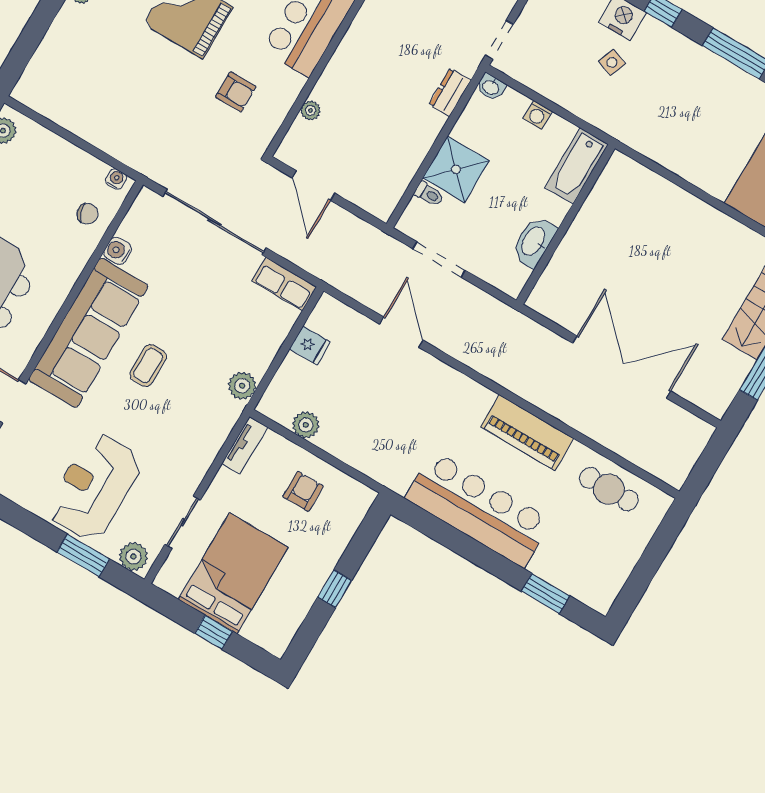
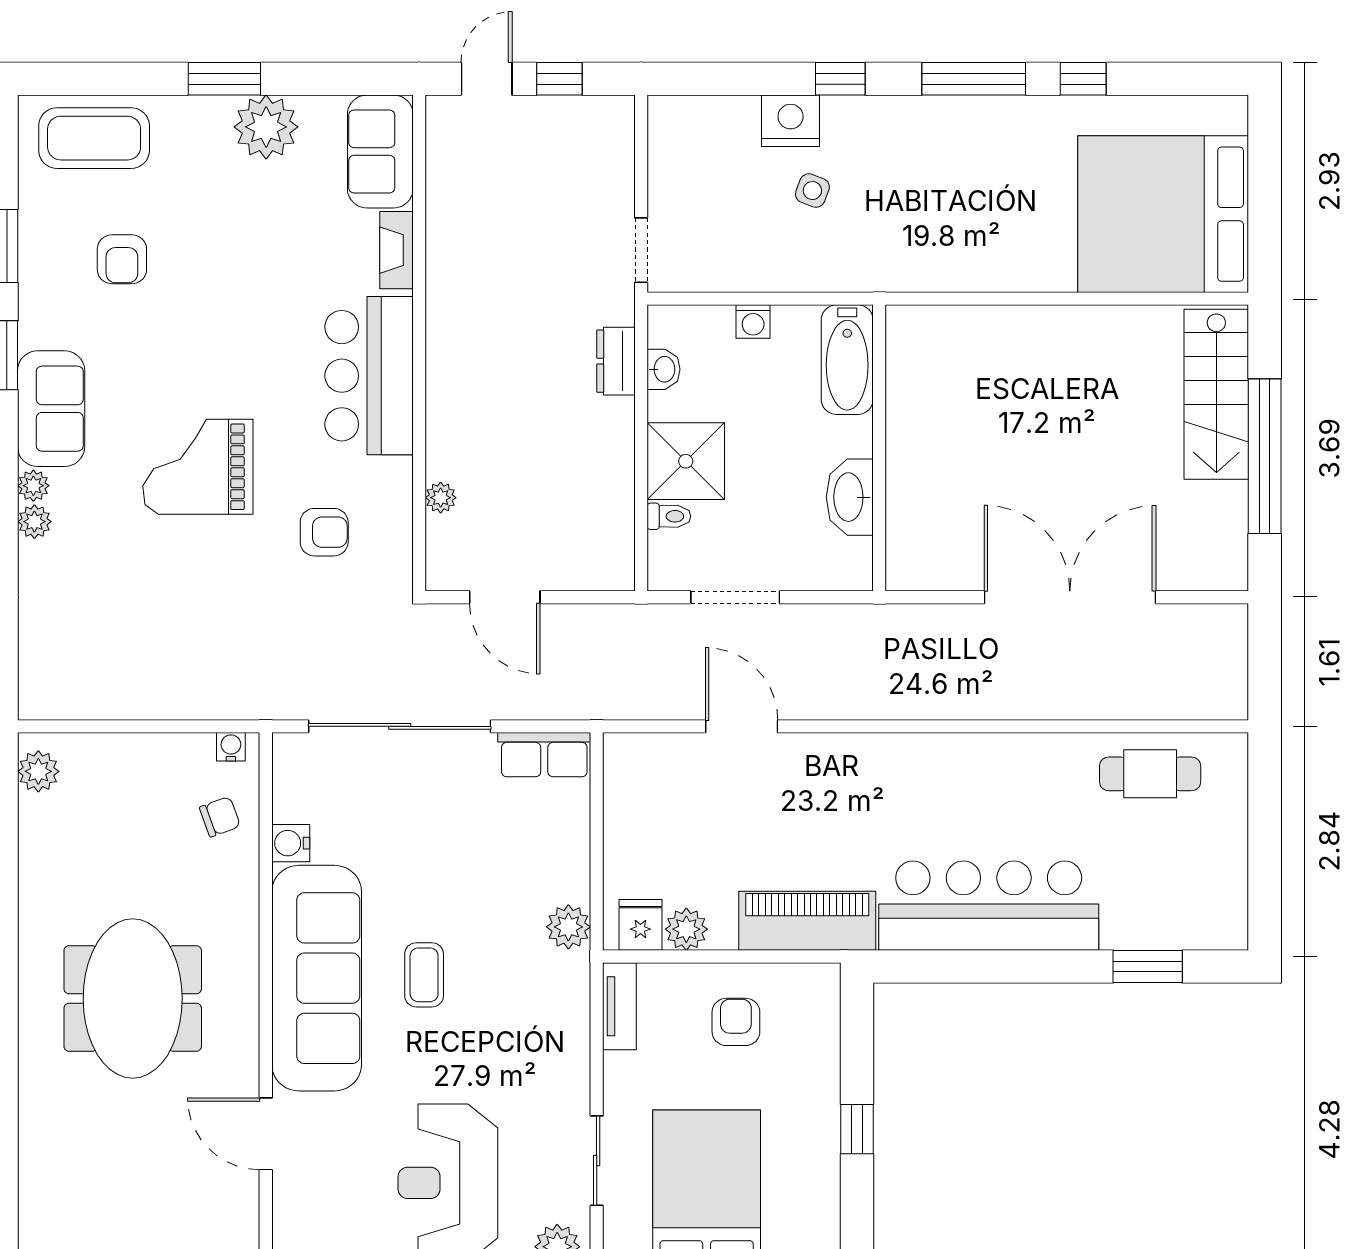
washbasin: (491, 87) -> (664, 369), moved, turned -90
fridge: (310, 346) -> (640, 925), moved, turned -90
piano: (527, 433) -> (807, 921), moved, turned 180

